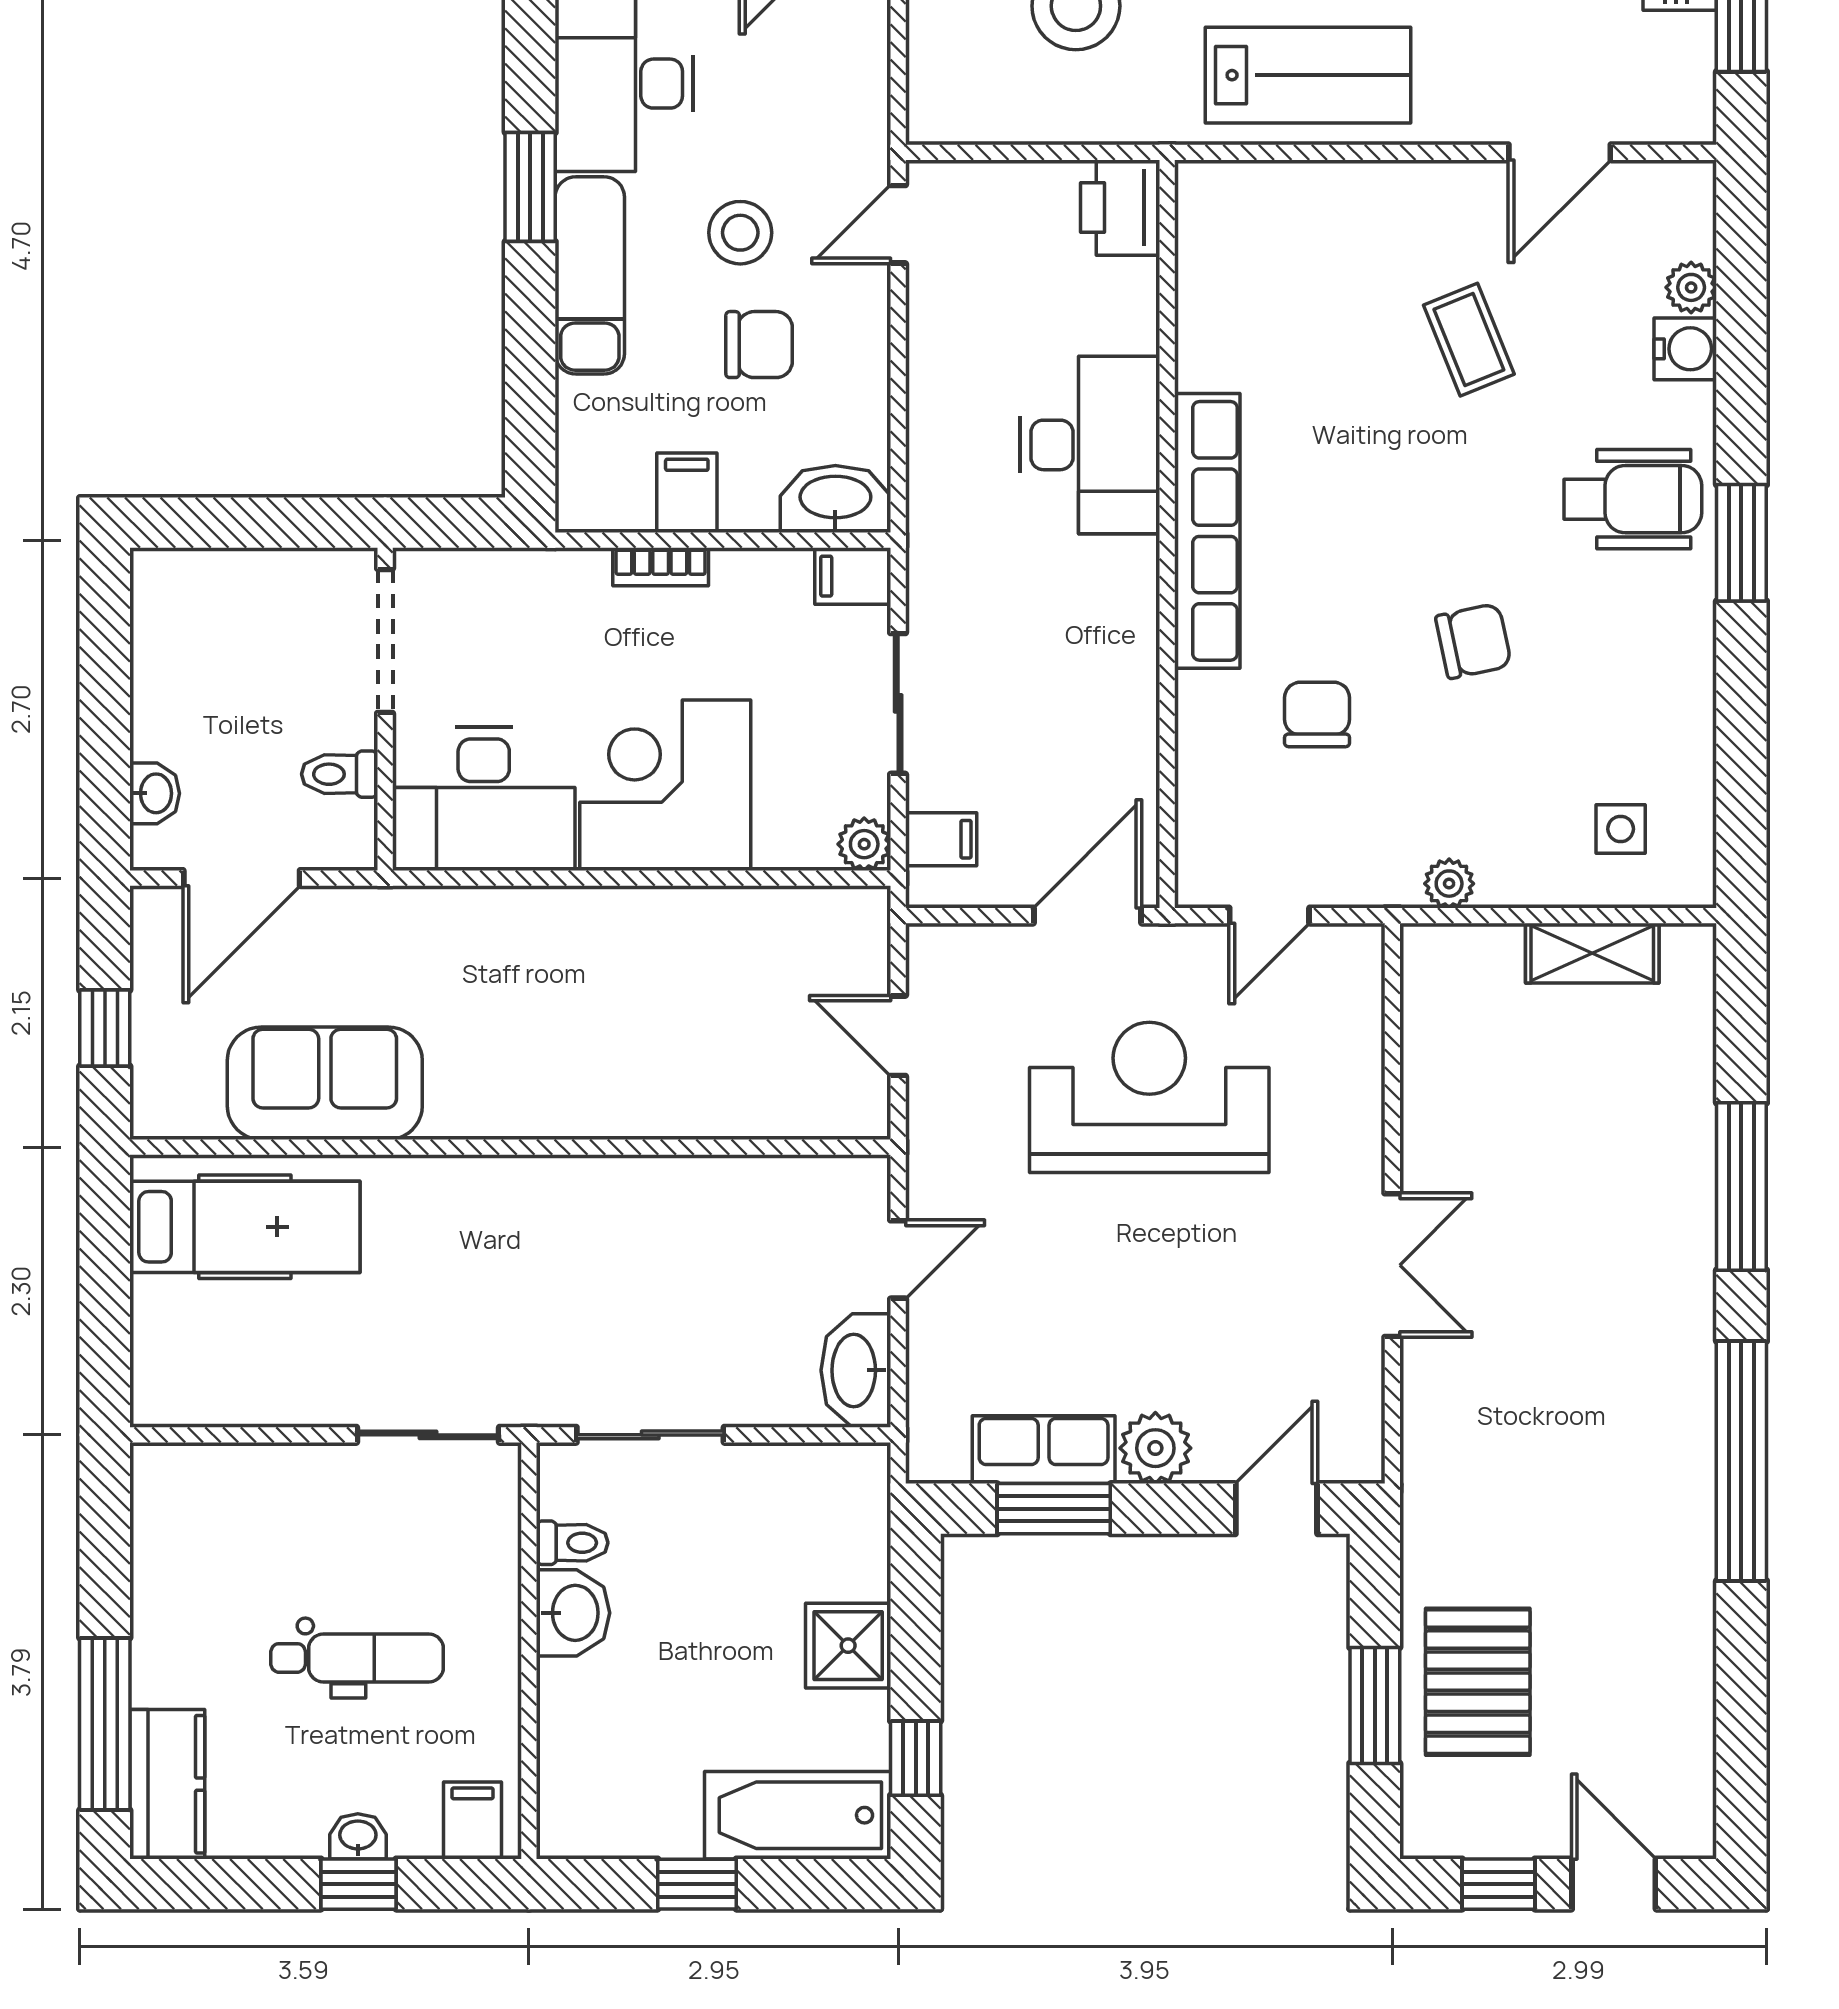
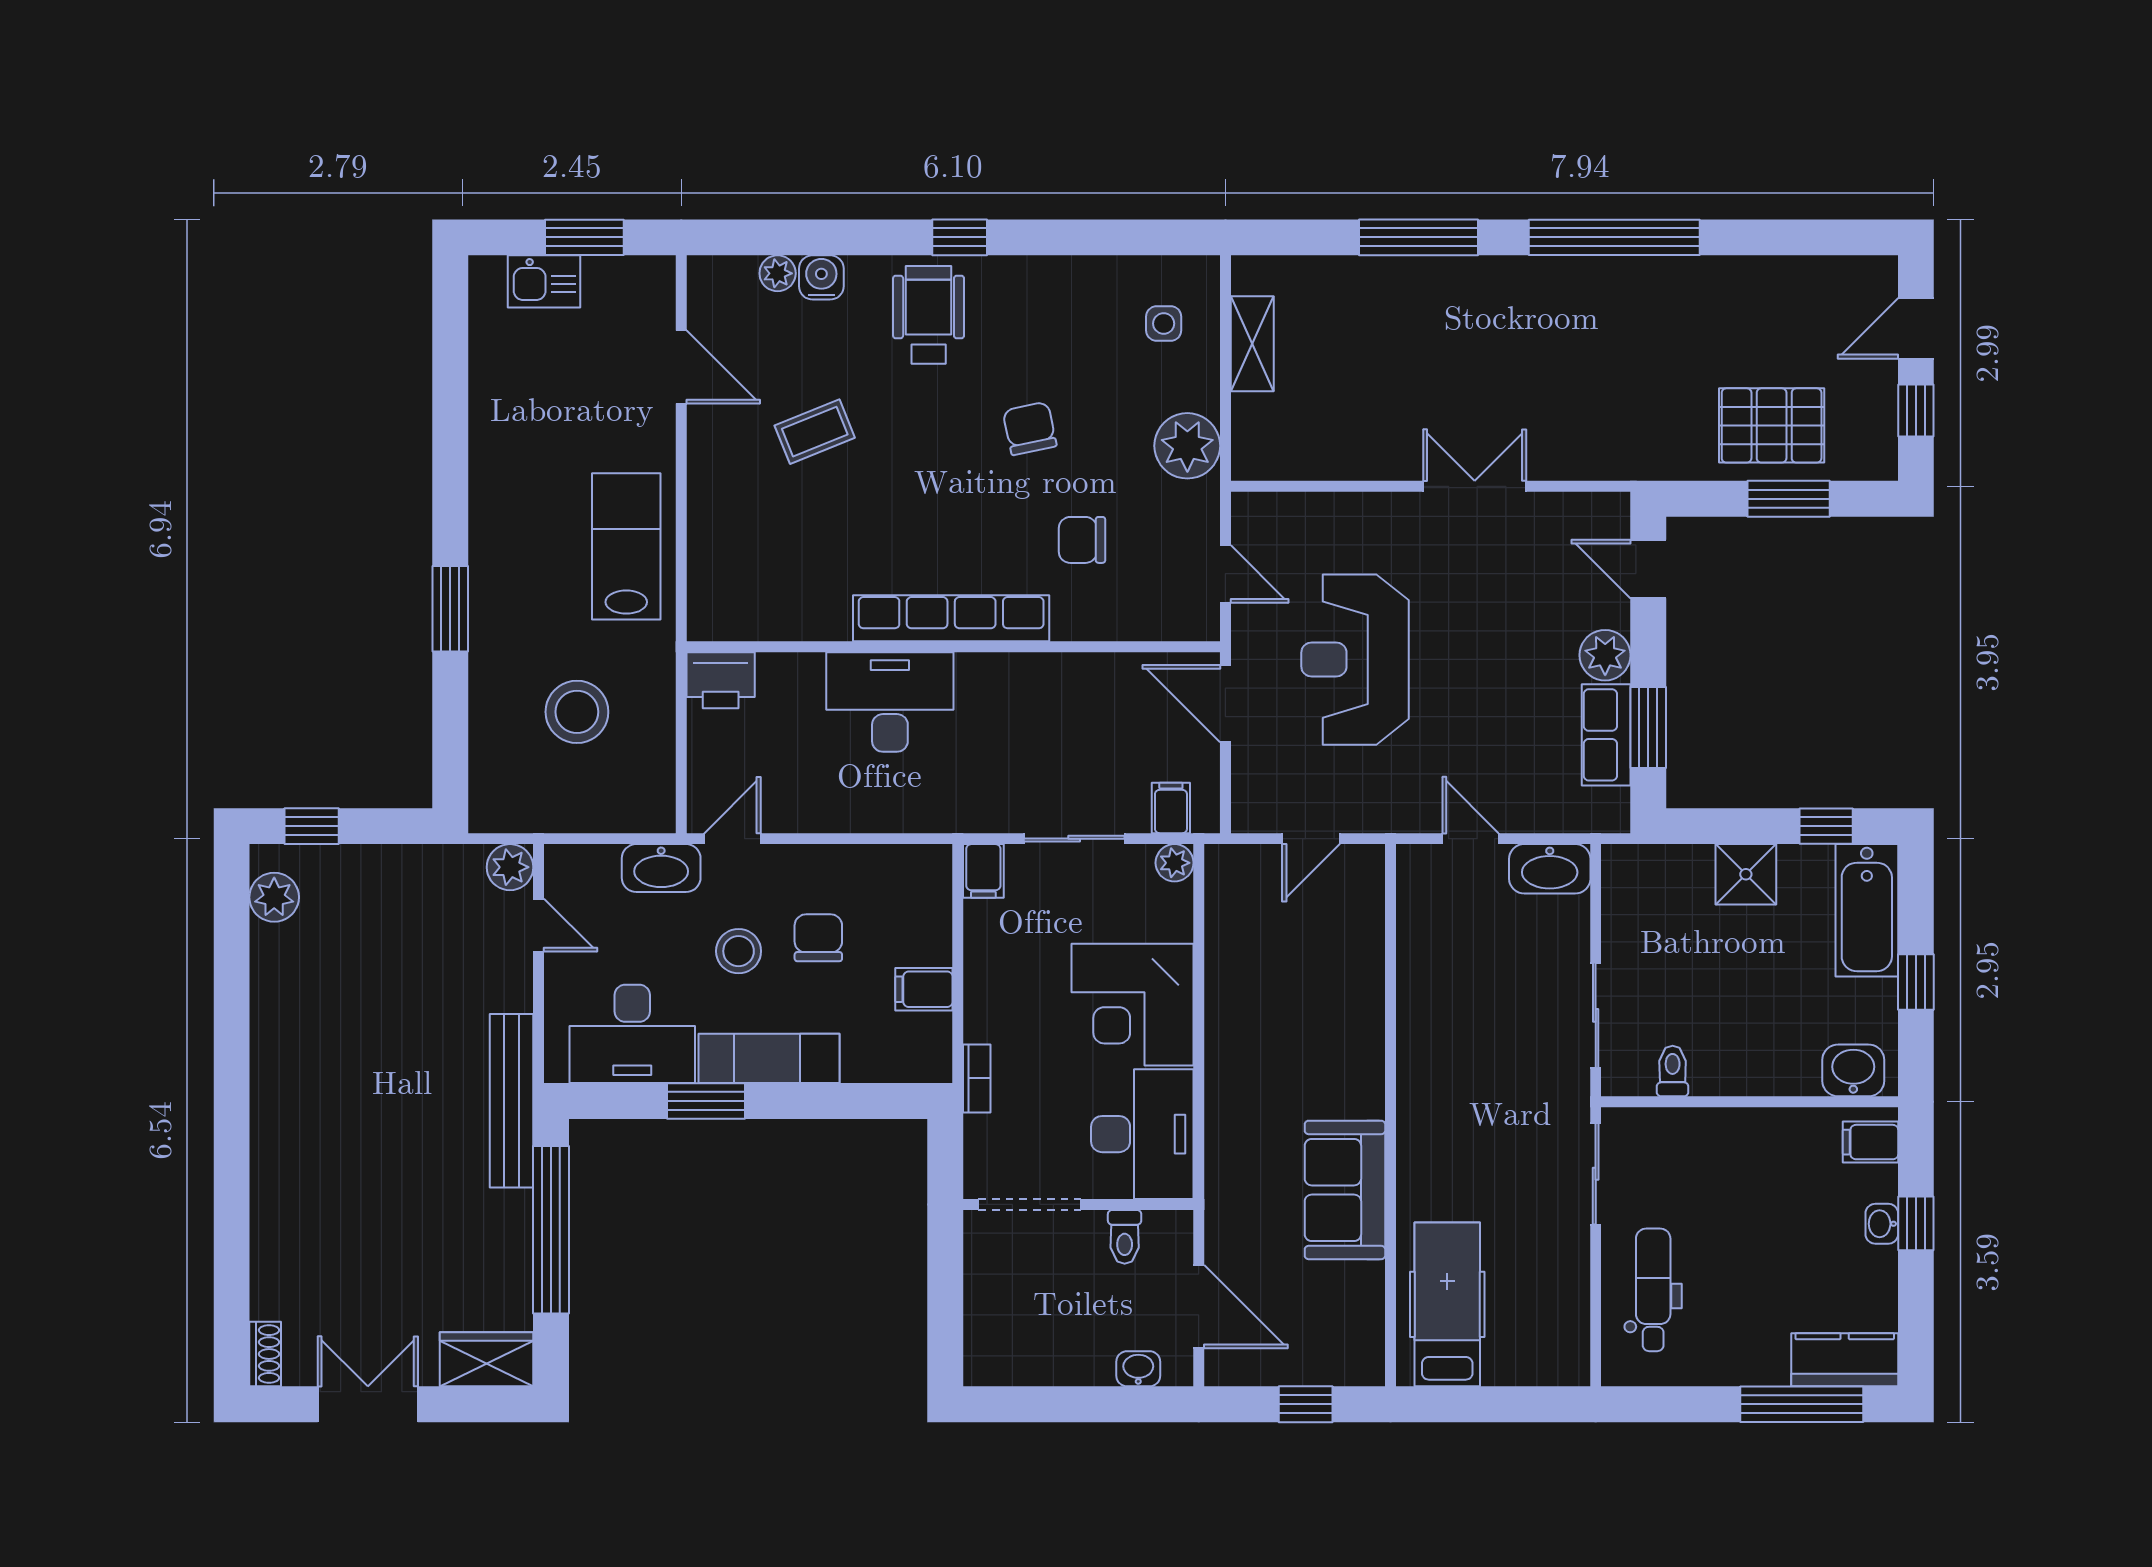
door: (898, 224) -> (732, 839), swing flipped
washbasin: (835, 499) -> (661, 868), moved, turned -90
window: (1741, 543) -> (960, 237), width x0.67
bookcase: (661, 567) -> (977, 1078), moved
plant: (1449, 884) -> (1187, 446), width x1.87, depth x1.87
sofa: (325, 1083) -> (1345, 1190), moved
washbasin: (573, 1613) -> (1853, 1070), moved
dental chair: (357, 1658) -> (1653, 1290), moved

